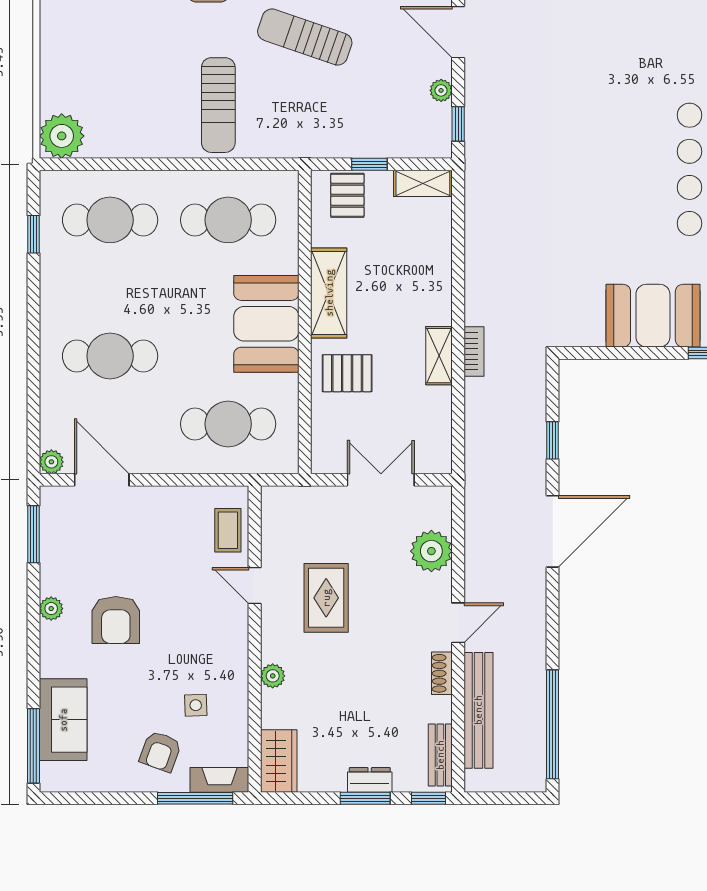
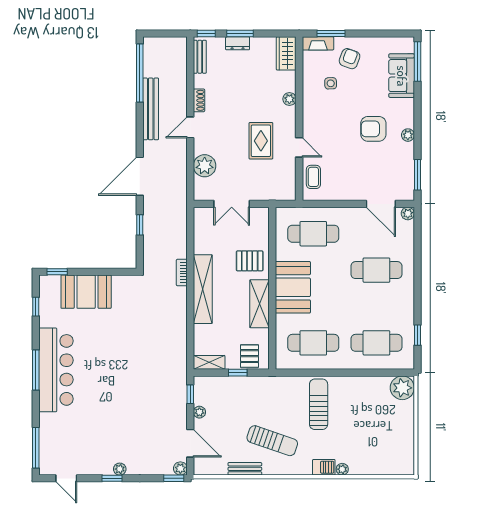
shelving: (439, 356) -> (203, 289), width x2.20, depth x1.33
armchair: (116, 620) -> (373, 129), turned -90
bench: (478, 710) -> (151, 109), moved
window: (195, 798) -> (331, 34), width x0.69

